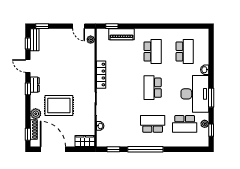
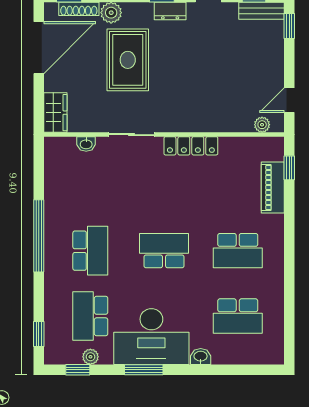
window: (113, 149) -> (39, 334), moved

